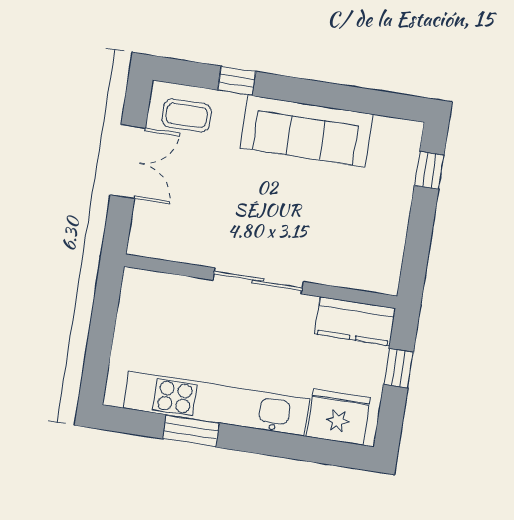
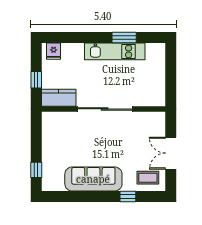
sliding door: (258, 281) -> (105, 109), width x1.36
kitchen unit: (216, 404) -> (115, 51), width x0.73
fridge: (338, 417) -> (54, 51), width x0.53, depth x0.75

